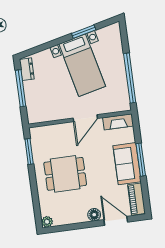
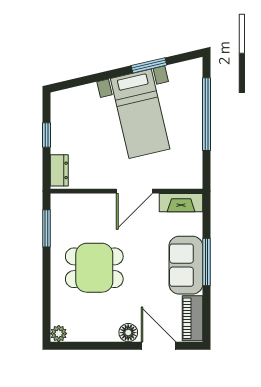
dresser: (27, 69) -> (59, 170), moved
window: (130, 78) -> (207, 114), moved
window: (21, 88) -> (46, 135), width x0.46

